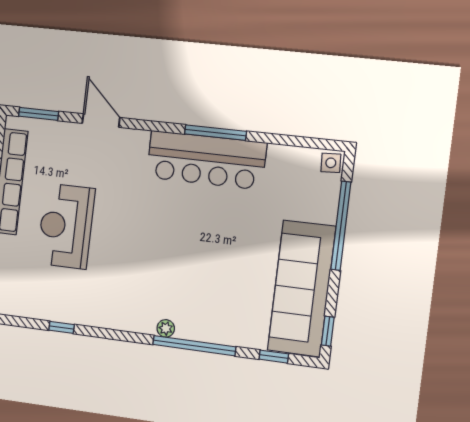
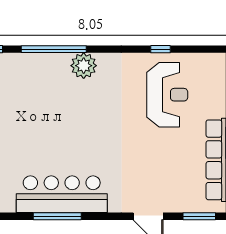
reception desk: (66, 226) -> (167, 95), moved
plant: (166, 328) -> (84, 66), width x1.88, depth x1.88

